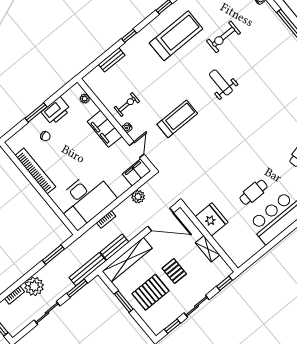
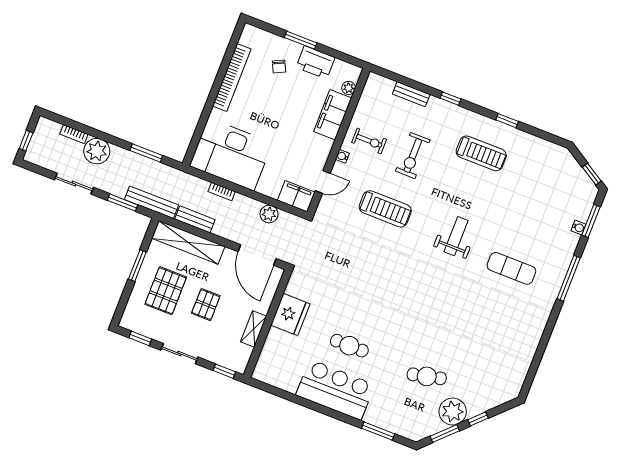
treadmill: (176, 36) -> (481, 153), width x0.73, depth x0.73
exercise bike: (224, 37) -> (413, 156), moved, turned -90
exercise mat: (262, 58) -> (511, 268), added
filing cabinet: (105, 129) -> (333, 115), moved
pallet: (150, 292) -> (166, 291), turned 90

